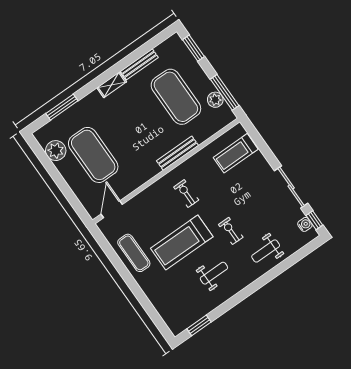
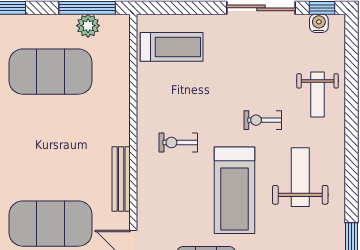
bench: (177, 153) -> (121, 179), moved
treadmill: (236, 153) -> (172, 47), turned -90
weight bench: (214, 273) -> (300, 177), width x1.36, depth x1.33

